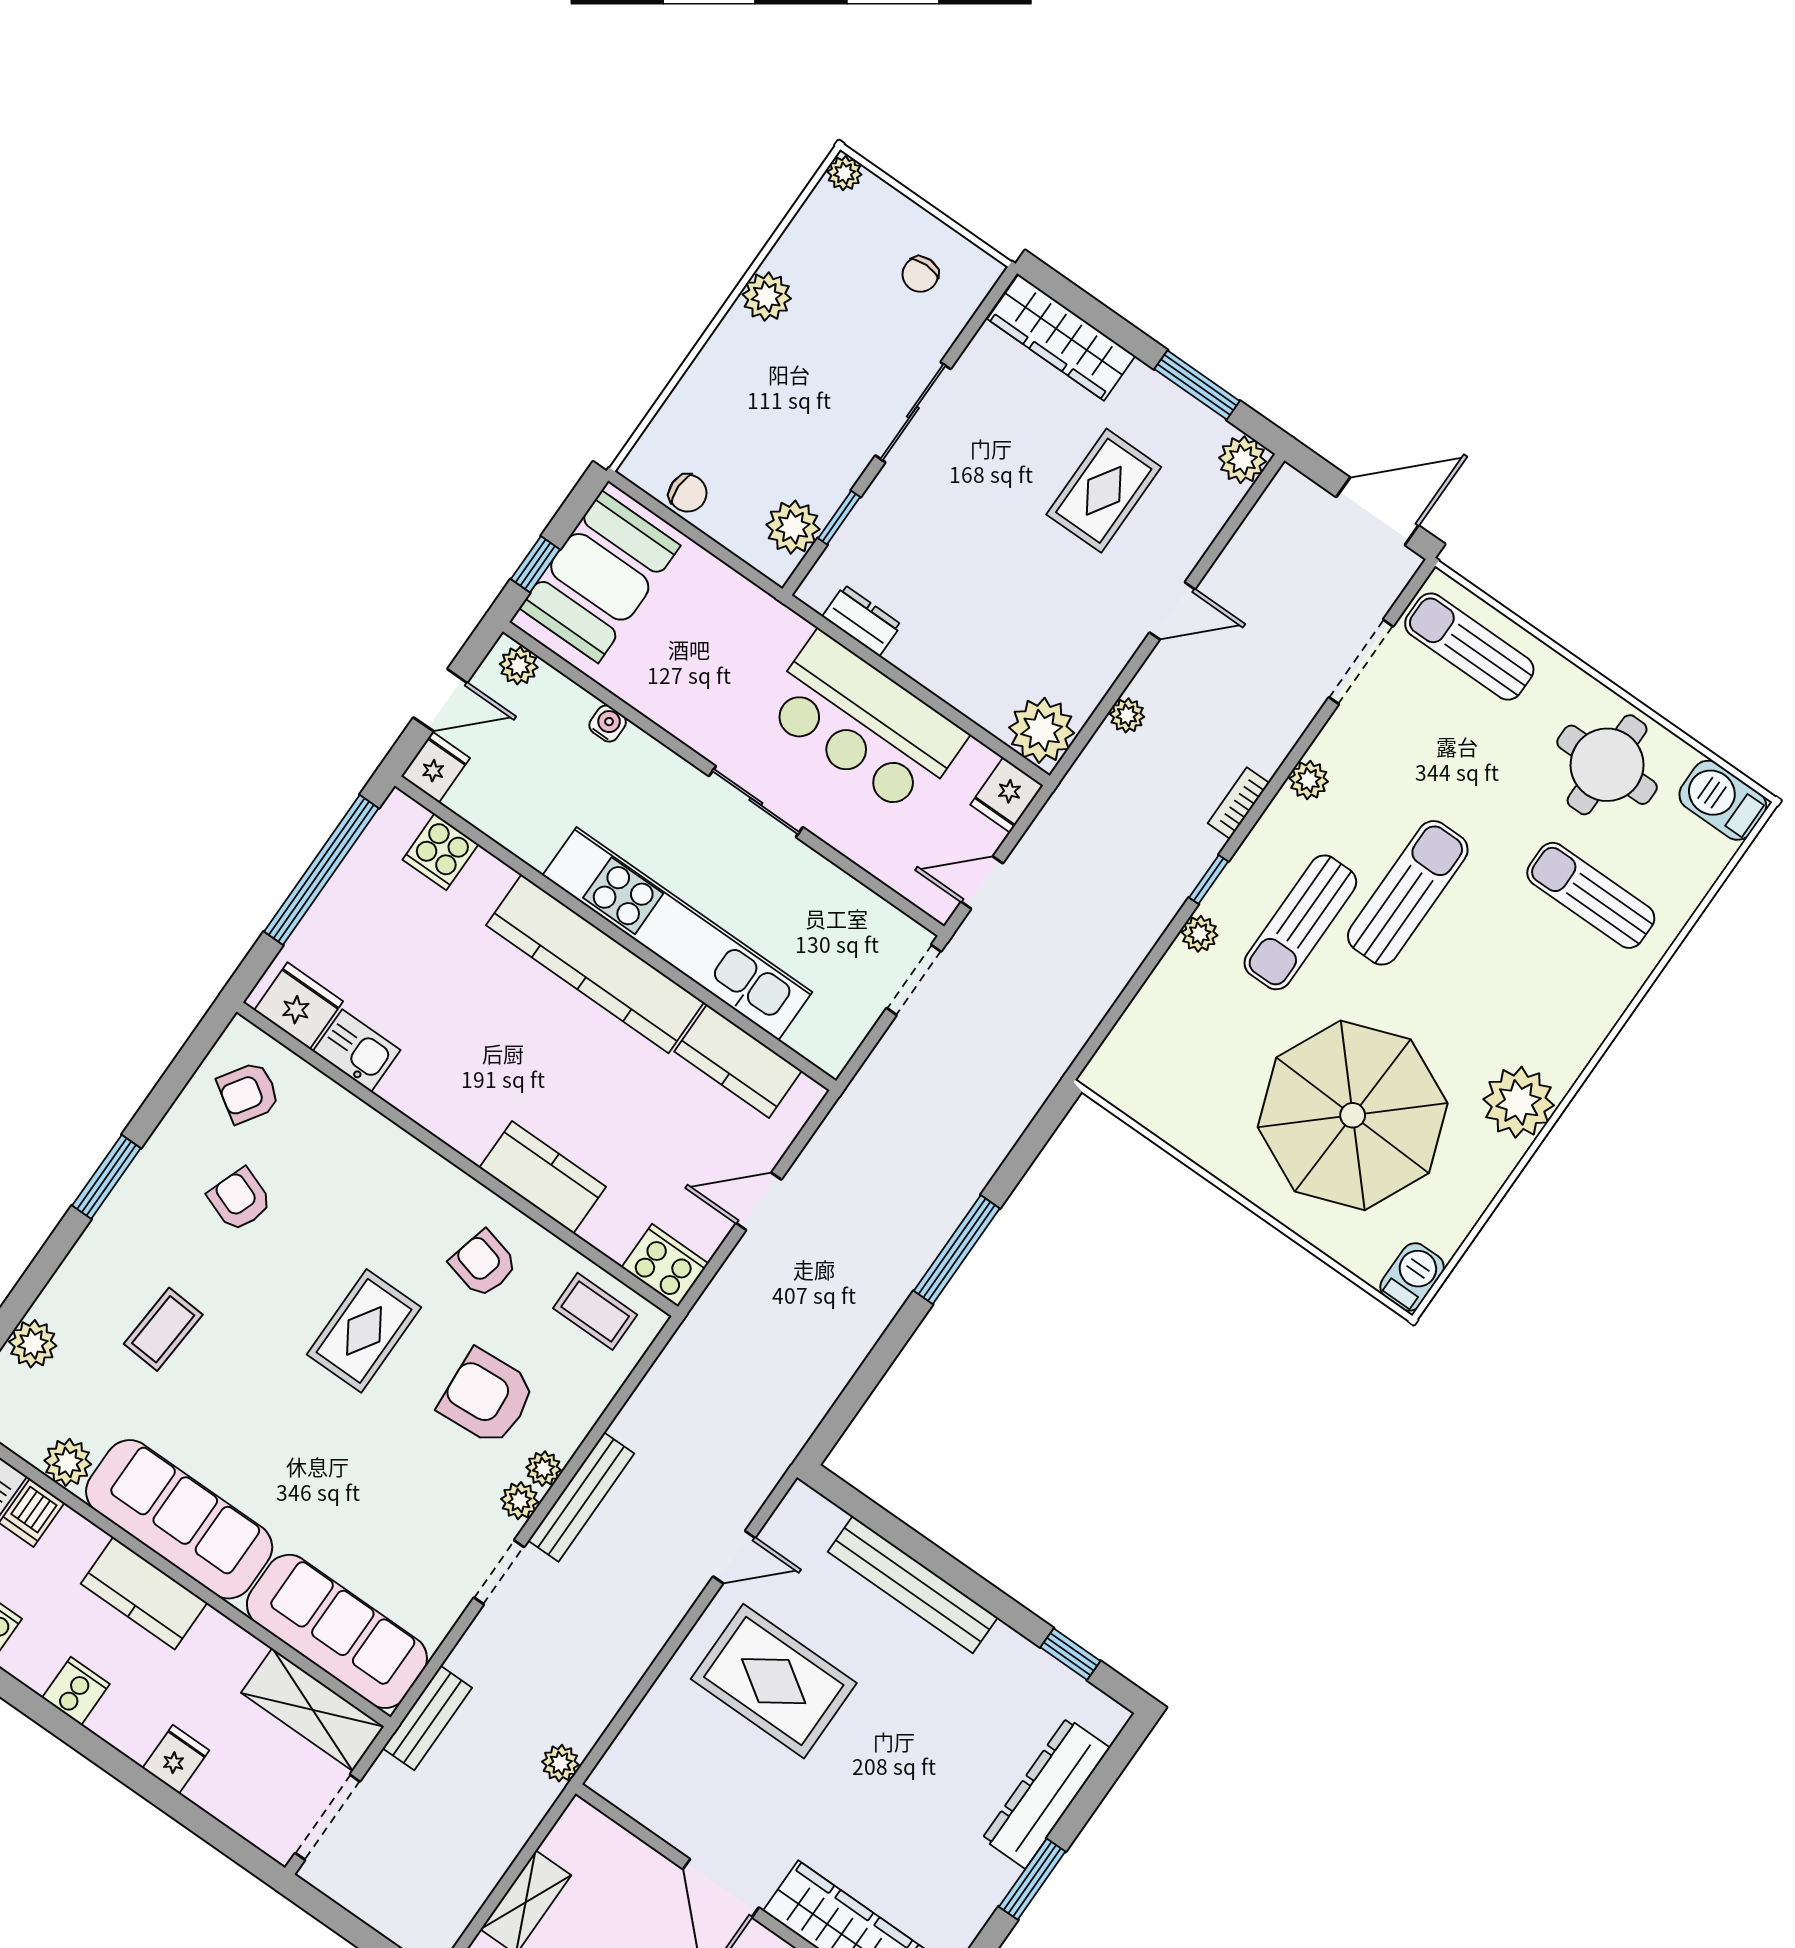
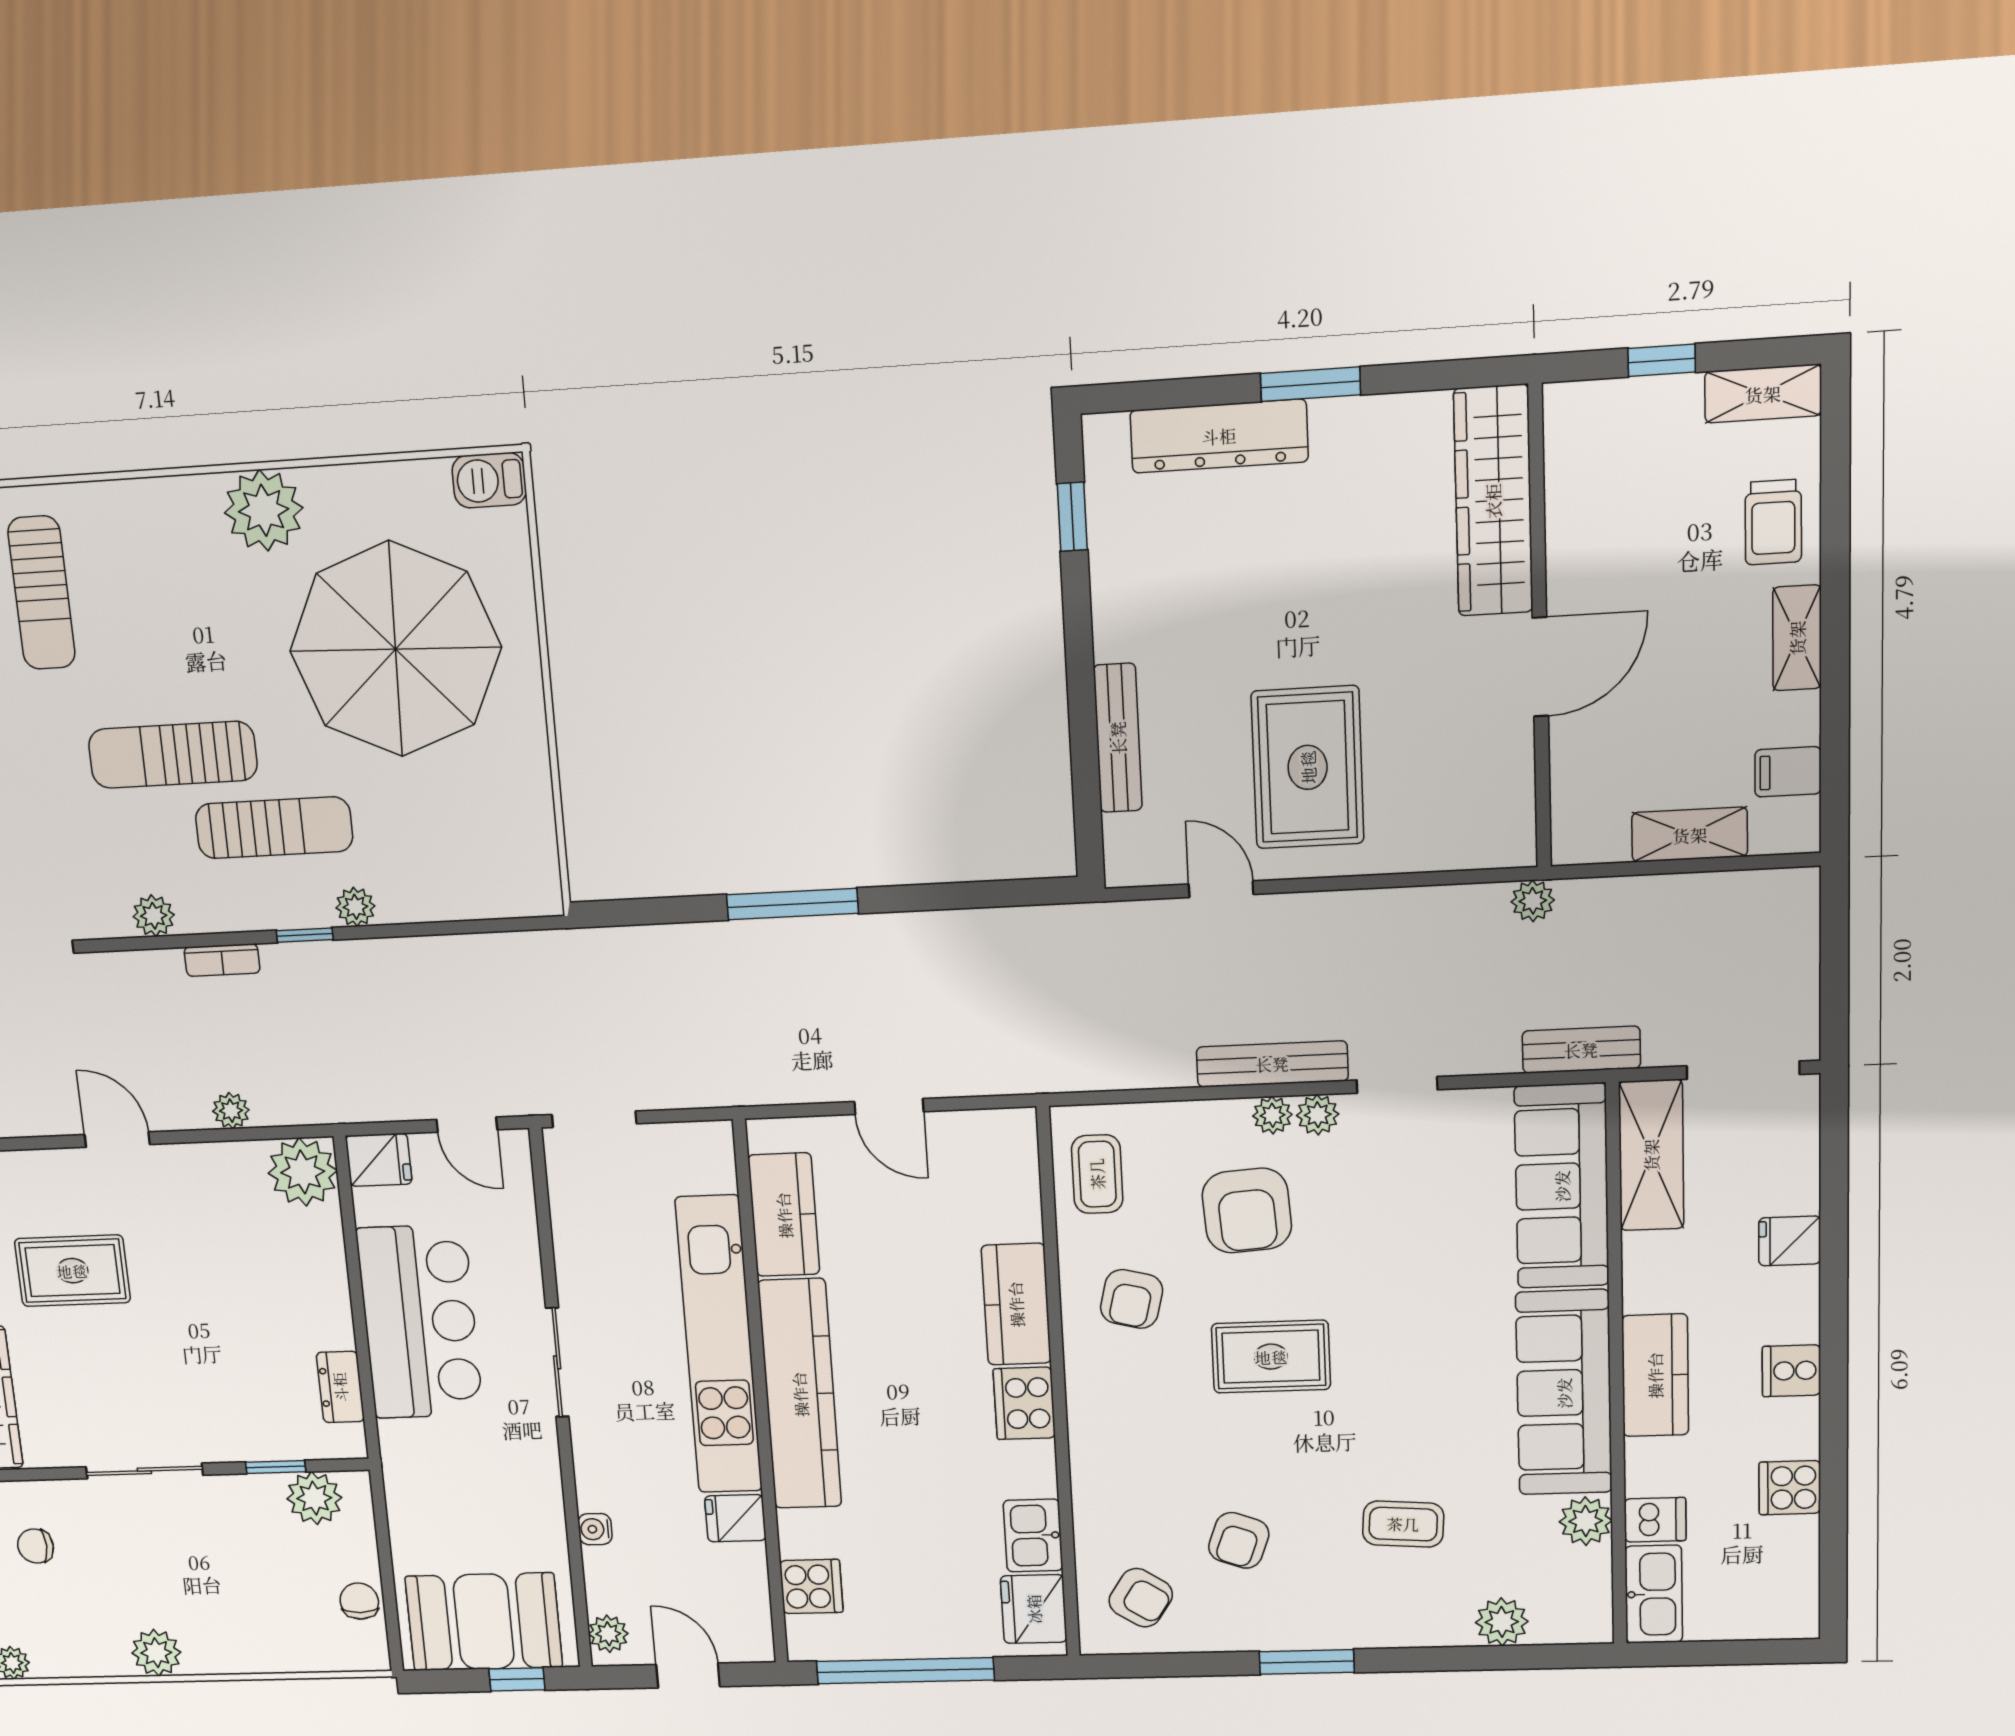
chair: (920, 274) -> (36, 1546), turned 180
fridge: (436, 767) -> (735, 1518), moved
cooker: (665, 1265) -> (1024, 1403), moved
bench: (913, 1585) -> (1118, 738), width x0.73, depth x0.82

